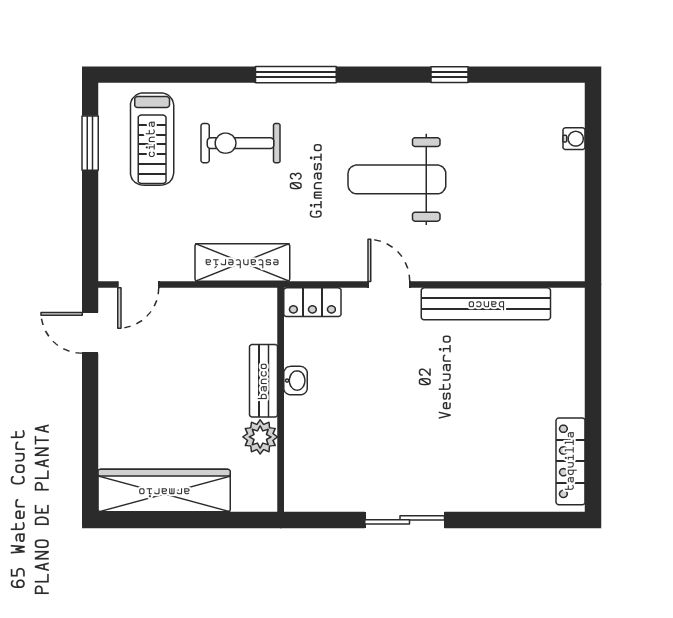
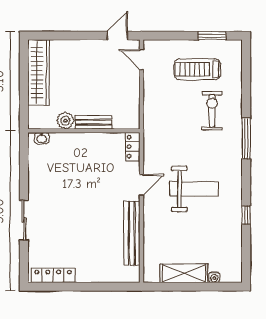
treadmill: (152, 139) -> (197, 69), moved
weight bench: (397, 179) -> (194, 189), turned 90
shelving: (242, 262) -> (184, 273), moved, turned 90
washbasin: (295, 381) -> (42, 138), moved
sliding door: (405, 520) -> (24, 220), moved

